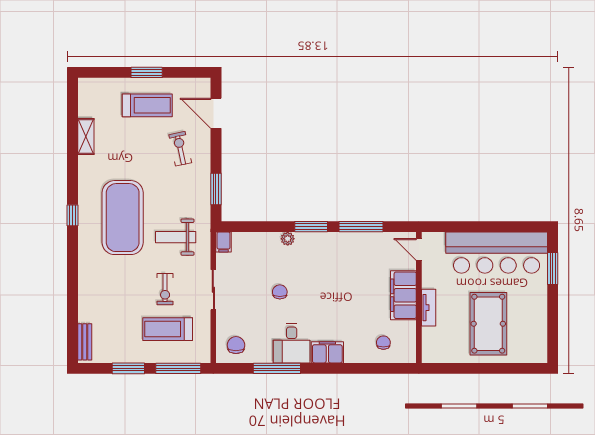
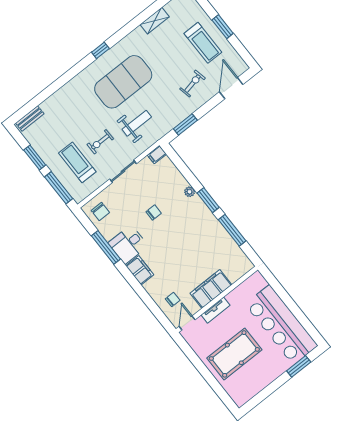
weight bench: (176, 237) -> (137, 123), turned 90
door: (419, 249) -> (187, 323), moved
chair: (236, 345) -> (100, 212), turned 90

